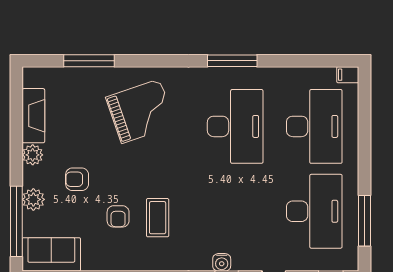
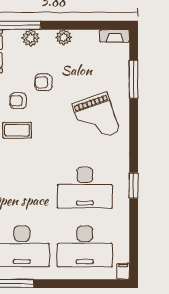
window: (232, 61) -> (134, 186), width x0.69
fireplace: (33, 116) -> (115, 36), moved, width x0.73, depth x0.76
armchair: (77, 179) -> (43, 82), moved, turned -90

